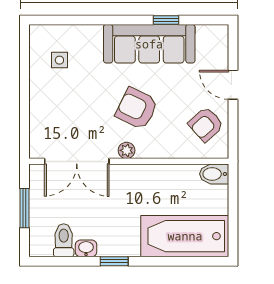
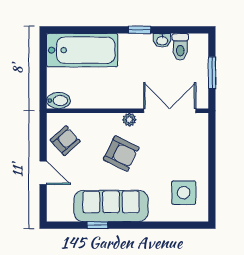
side table: (59, 60) -> (184, 193), width x1.87, depth x1.87

